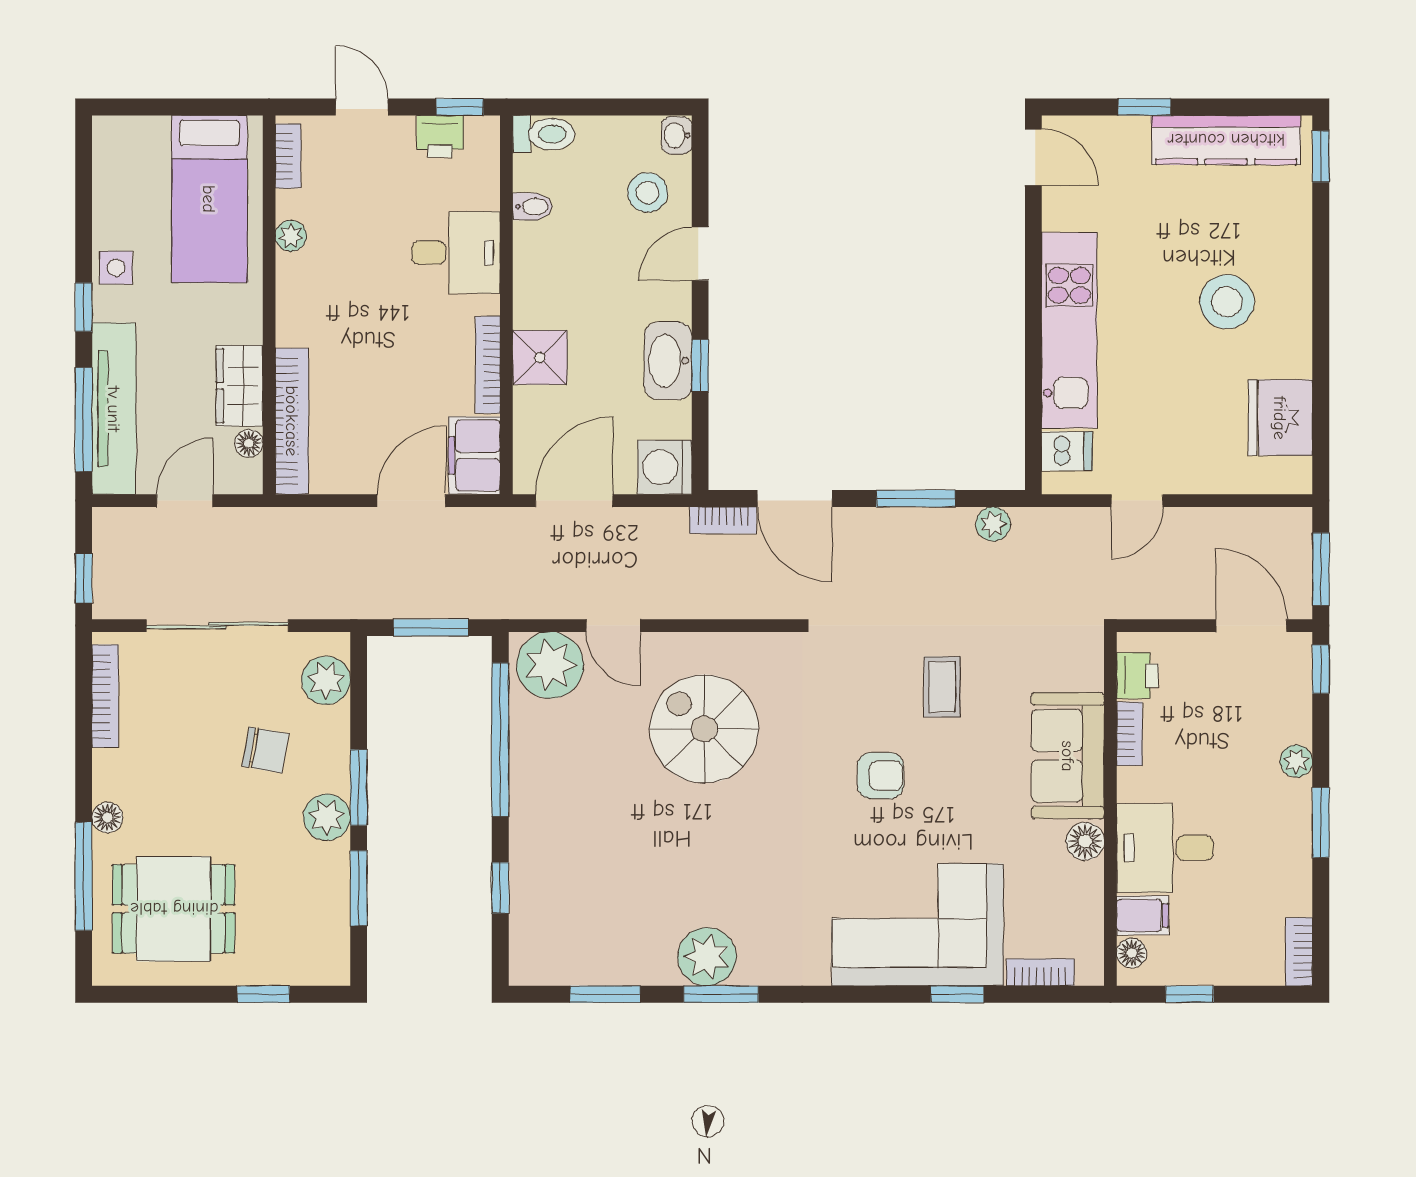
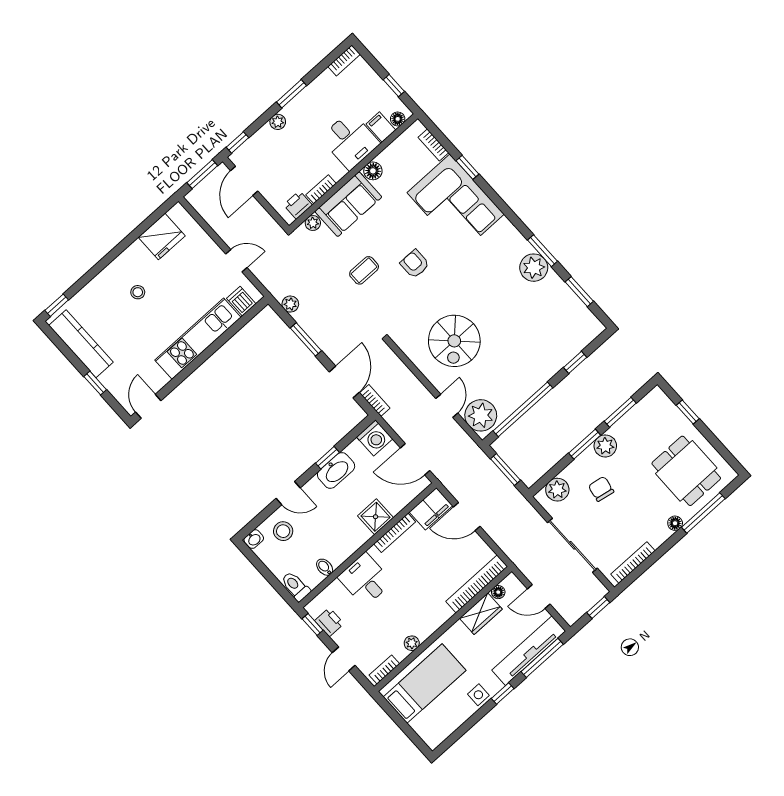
stool: (1227, 302) -> (138, 292), width x0.53, depth x0.53
plant: (1088, 674) -> (313, 223), added

